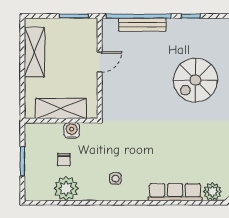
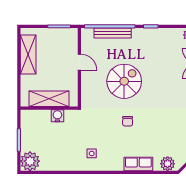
door: (100, 62) -> (79, 62), hinge flipped
spiral stairs: (195, 80) -> (124, 81), moved, turned 180
chair: (64, 160) -> (128, 121), moved
plant: (66, 188) -> (30, 161), moved
row of seats: (175, 192) -> (138, 164), width x0.68

